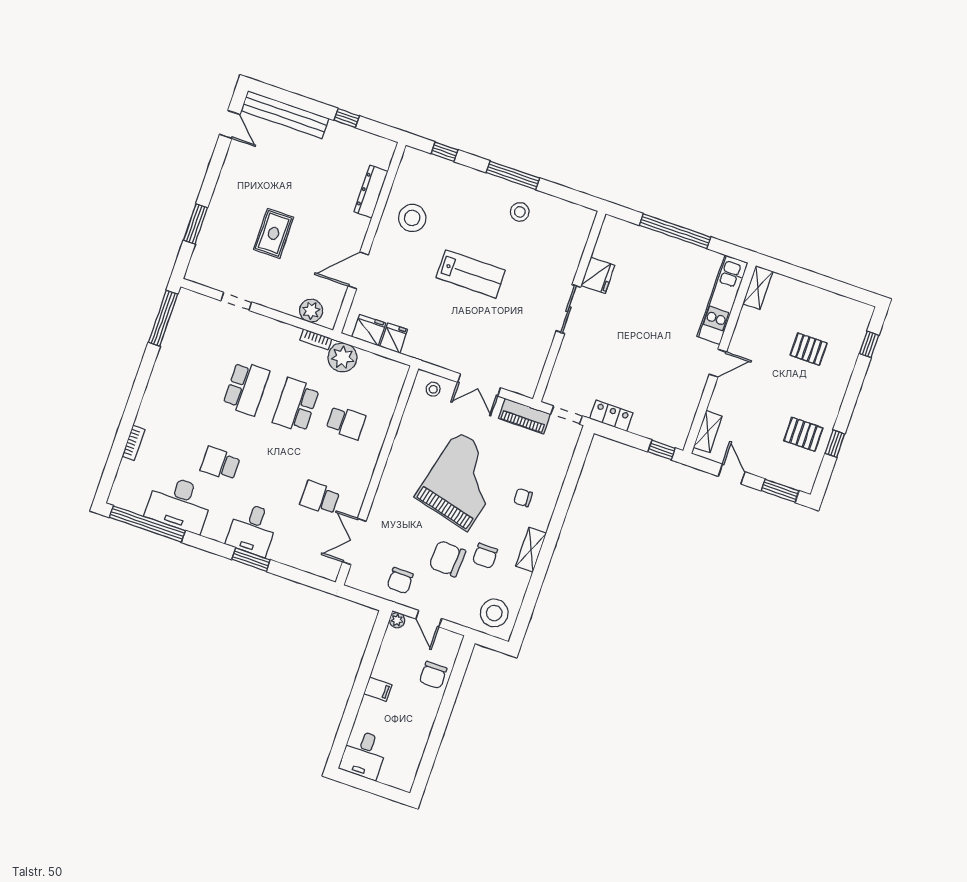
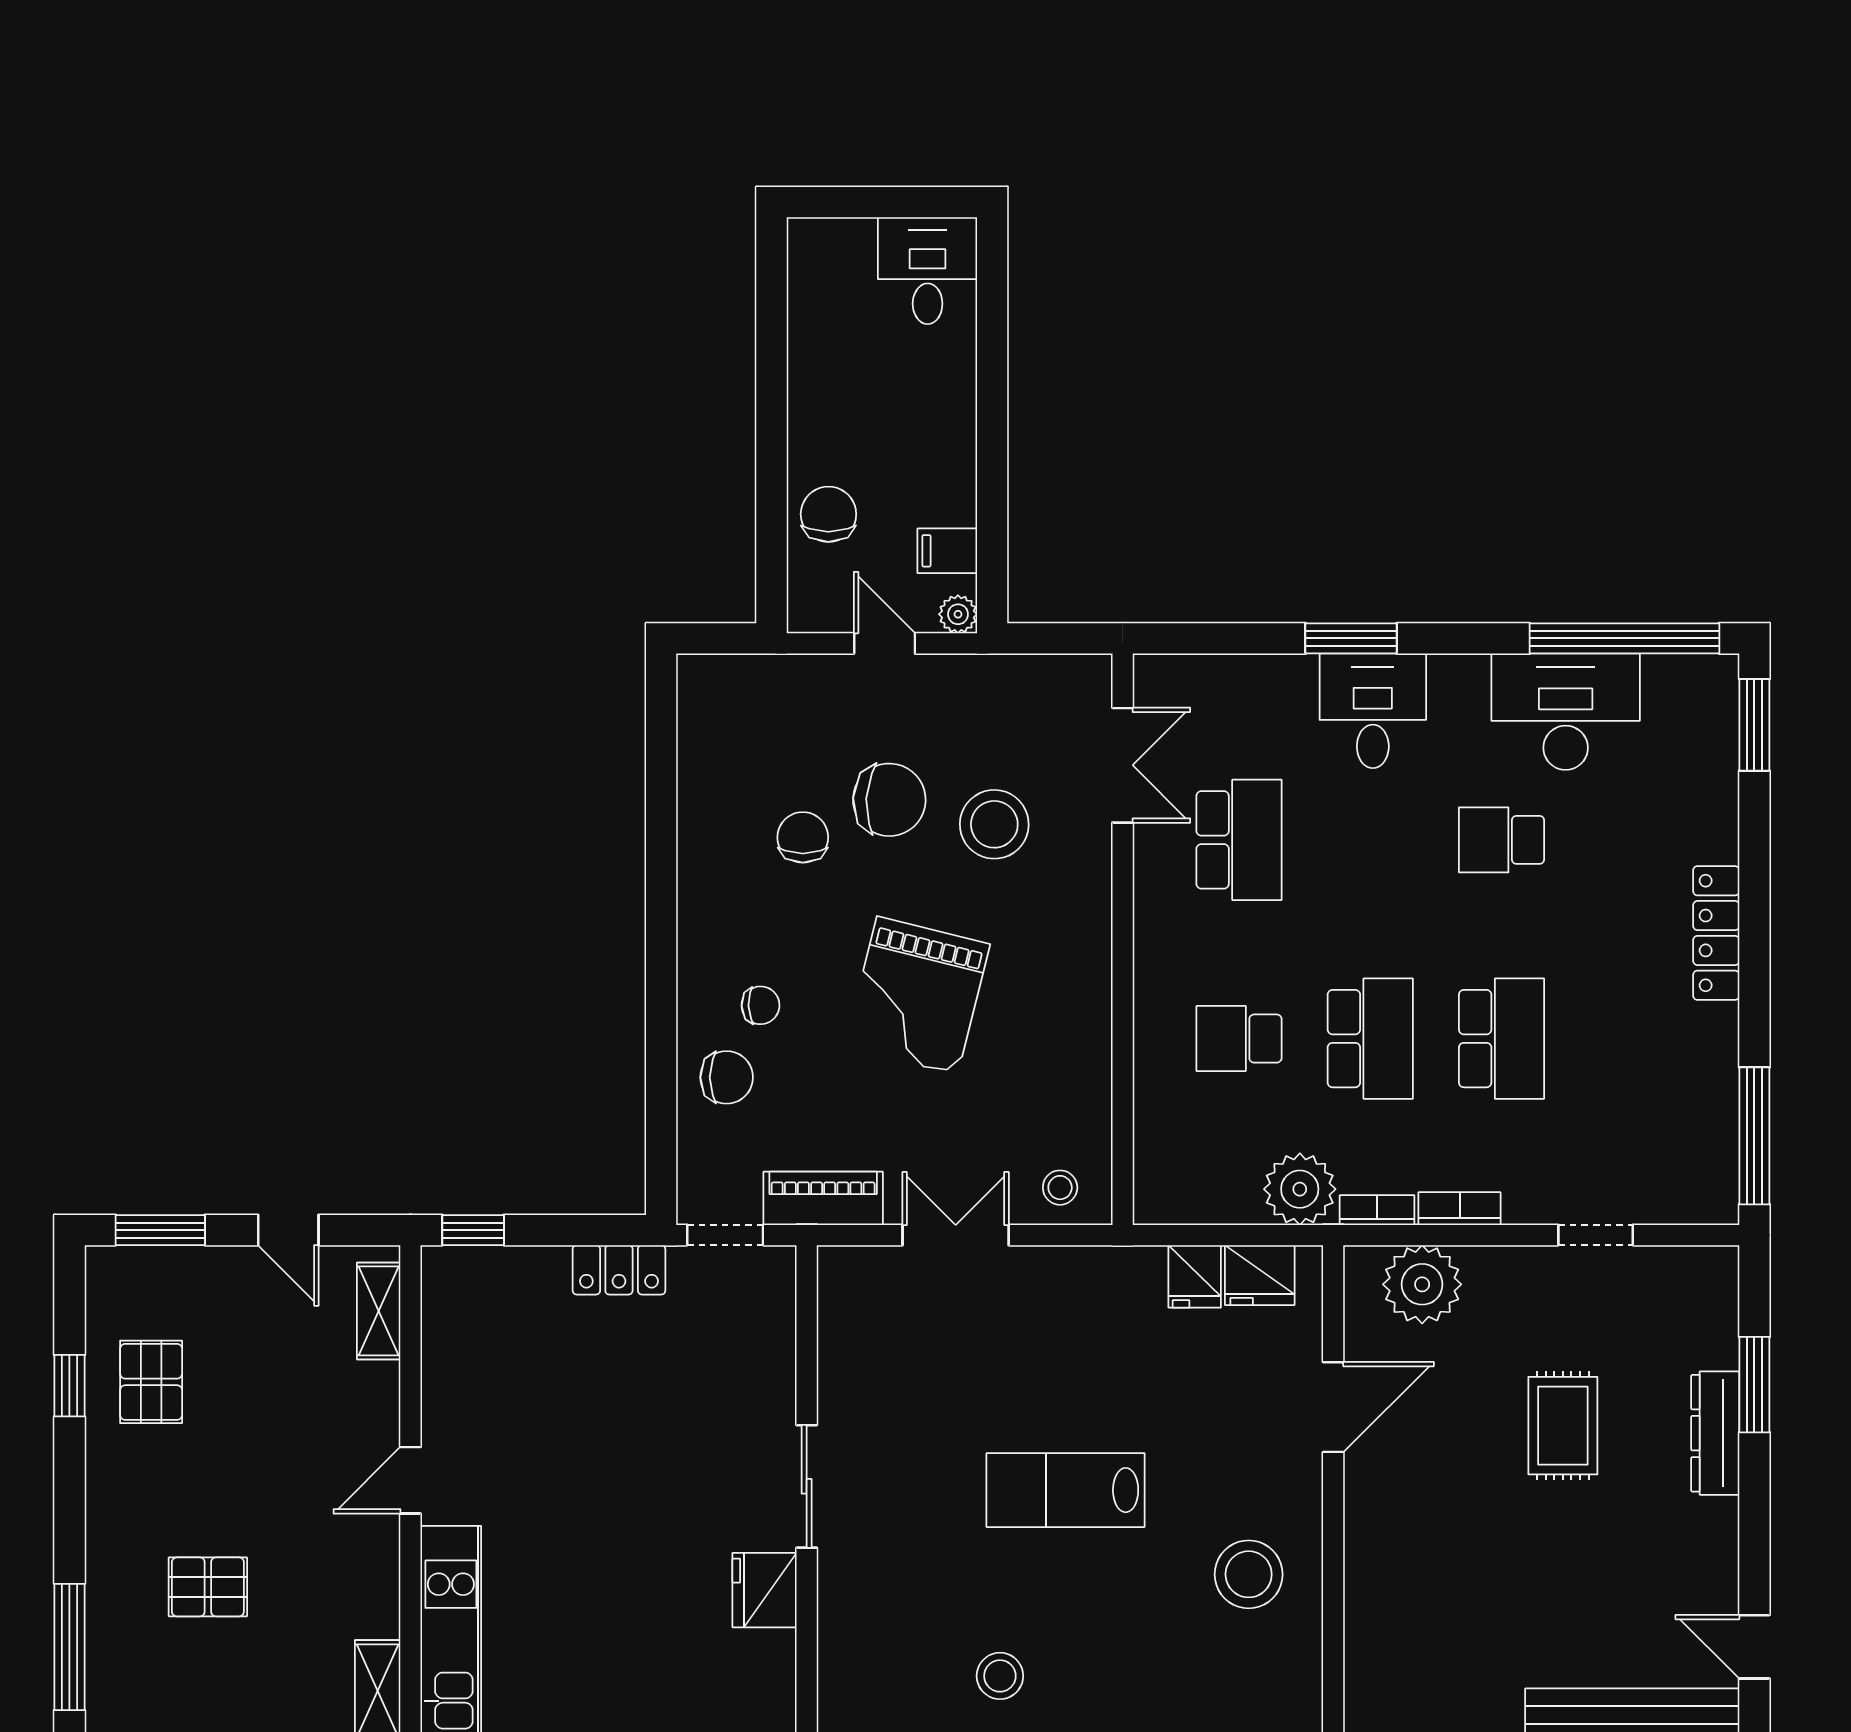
dresser: (371, 192) -> (1715, 1433), moved, turned 180
plant: (311, 311) -> (1422, 1284), width x1.36, depth x1.36
window: (869, 344) -> (69, 1647), width x2.17
school desk: (246, 388) -> (1502, 1039), turned 180
locker: (151, 400) -> (1716, 933), added
pallet: (803, 434) -> (151, 1382), turned 90
bookcase: (133, 443) -> (1460, 1209), moved, turned 90
school desk: (220, 464) -> (1502, 840), turned 180
window: (109, 474) -> (1754, 725), added
grand piano: (462, 481) -> (917, 995), width x0.73, depth x0.68
school desk: (320, 498) -> (1239, 840), width x1.85
shelving: (531, 550) -> (699, 889), removed
chair: (400, 581) -> (727, 1077), moved, turned 90
stool: (494, 613) -> (994, 824), moved
filing cabinet: (378, 689) -> (947, 551), moved

